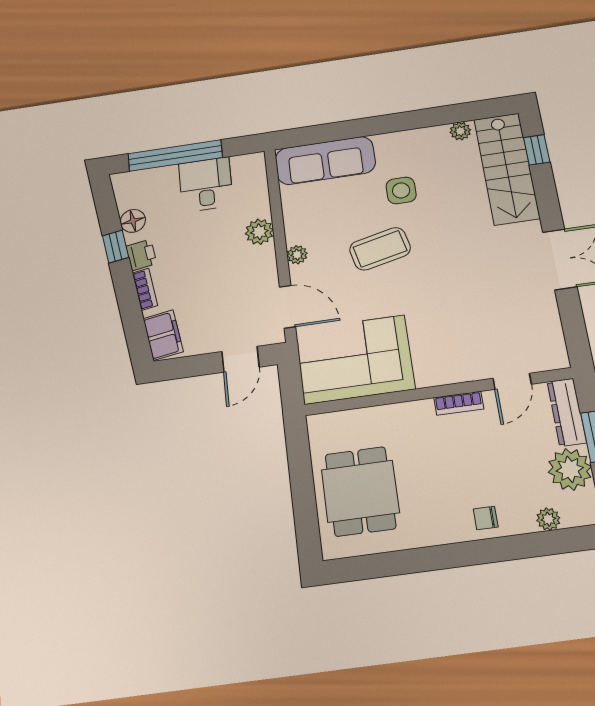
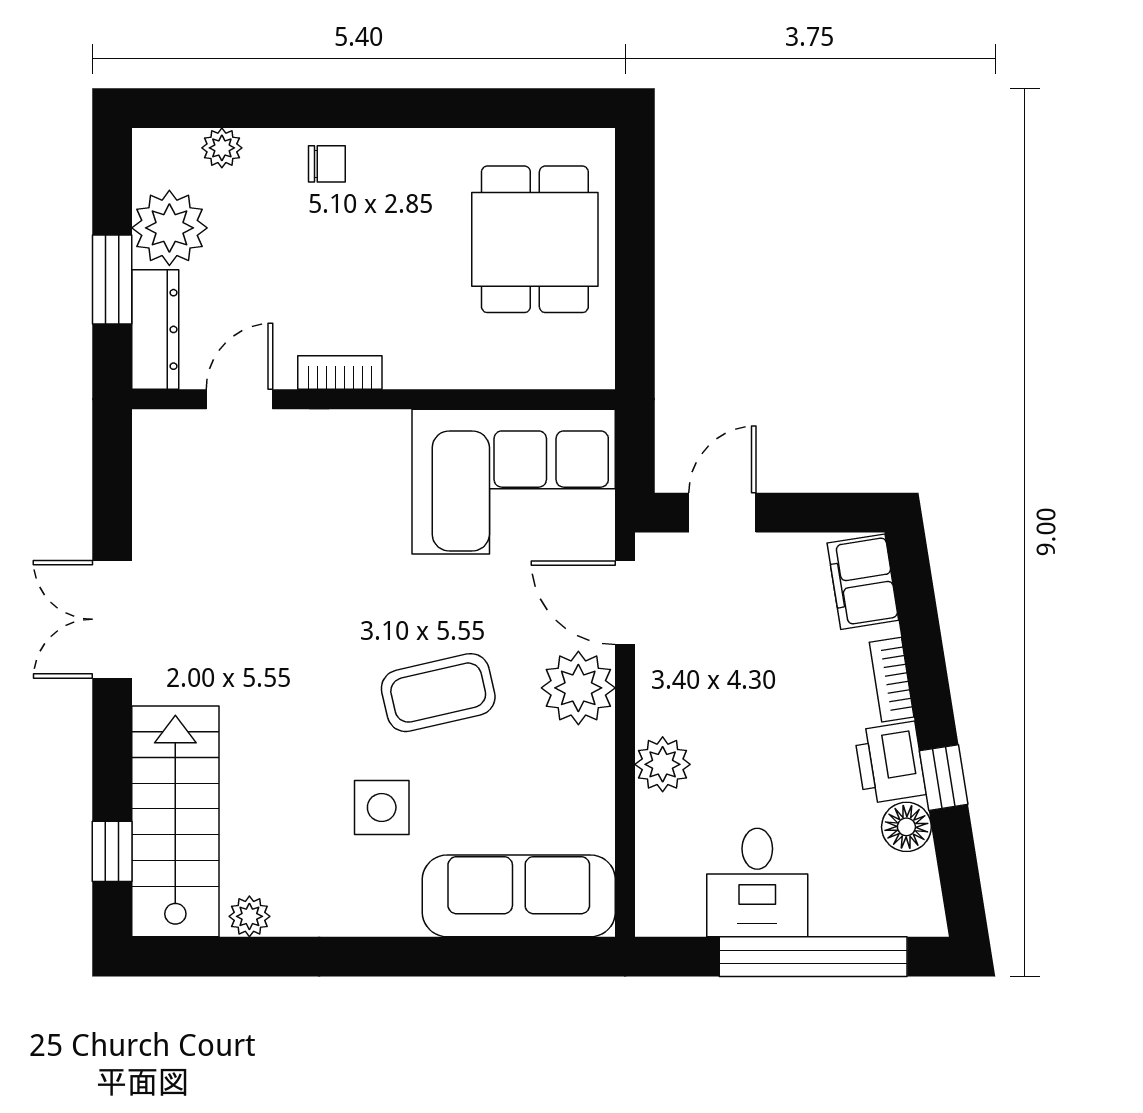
printer: (141, 255) -> (890, 763), width x1.36, depth x1.24
plant: (297, 255) -> (578, 688), width x1.88, depth x1.88

